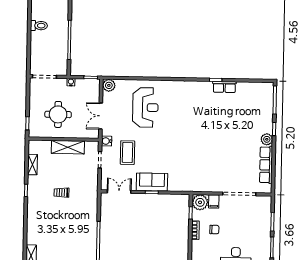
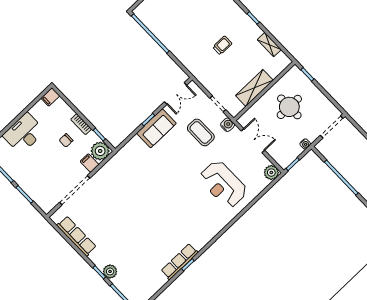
row of seats: (224, 87) -> (180, 262), width x1.48
plant: (267, 139) -> (110, 271), moved

